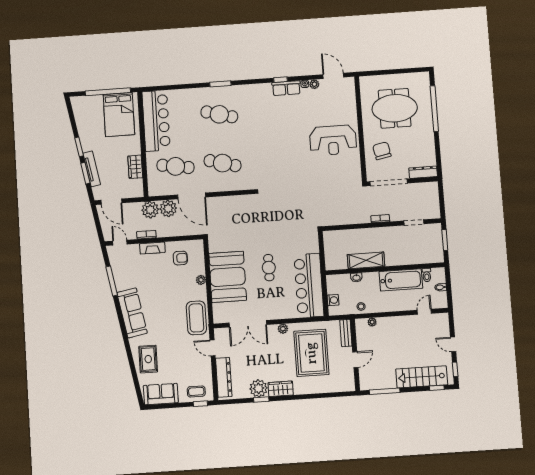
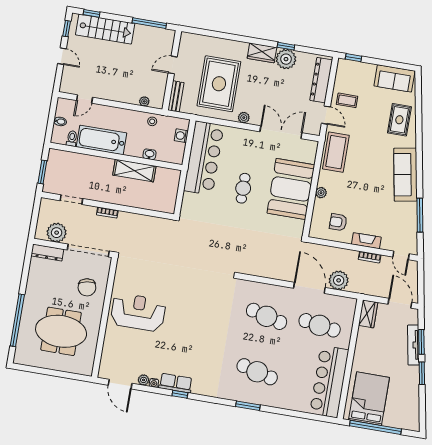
wardrobe: (135, 167) -> (368, 314), moved
plant: (150, 210) -> (57, 233), moved
coffee table: (196, 391) -> (347, 100), moved

